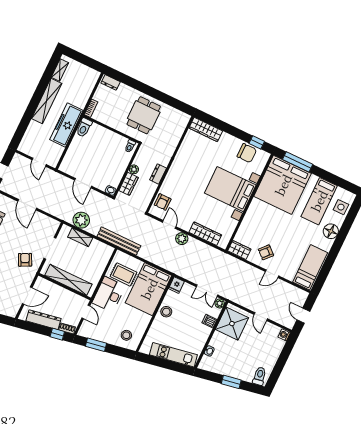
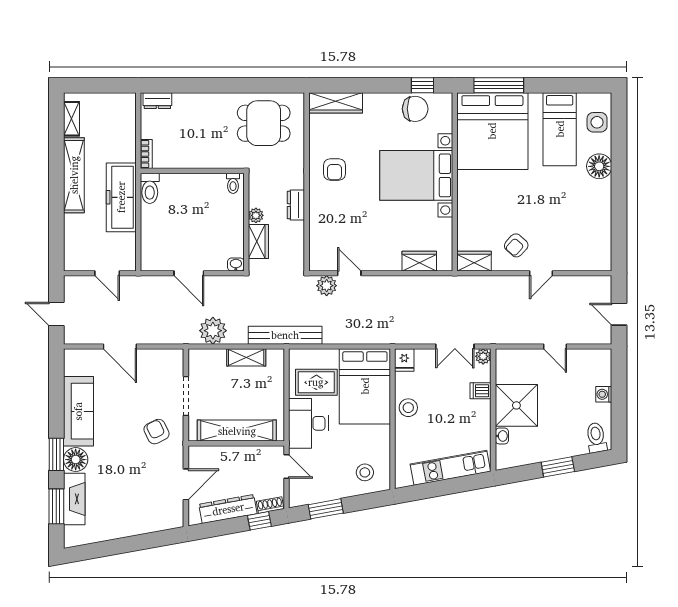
dining table: (144, 115) -> (264, 123), moved, turned 90
armchair: (163, 202) -> (335, 169), moved
wardrobe: (205, 234) -> (419, 261), width x0.67
shelving: (80, 237) -> (246, 357), moved
plant: (182, 239) -> (327, 286), moved
bed: (310, 267) -> (594, 236), removed
shower: (232, 324) -> (516, 405), moved
washing machine: (284, 335) -> (604, 394), moved

